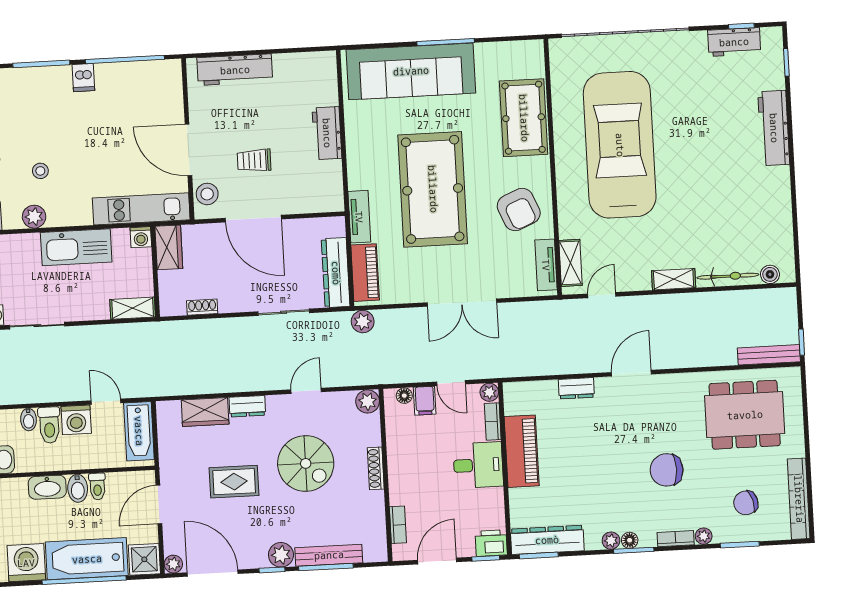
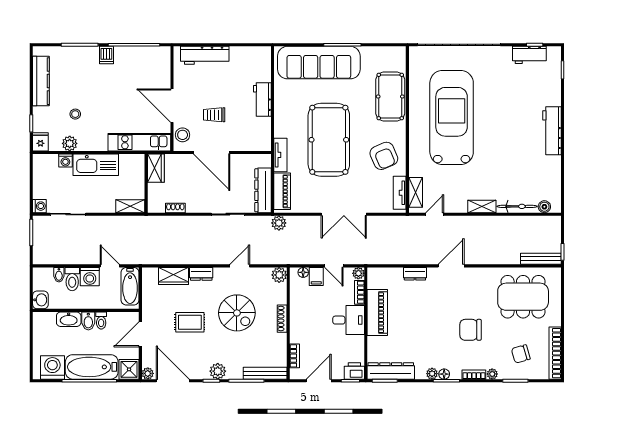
workbench: (774, 128) -> (552, 131), moved
washing machine: (141, 237) -> (65, 161), moved
bench: (329, 555) -> (265, 373), moved

